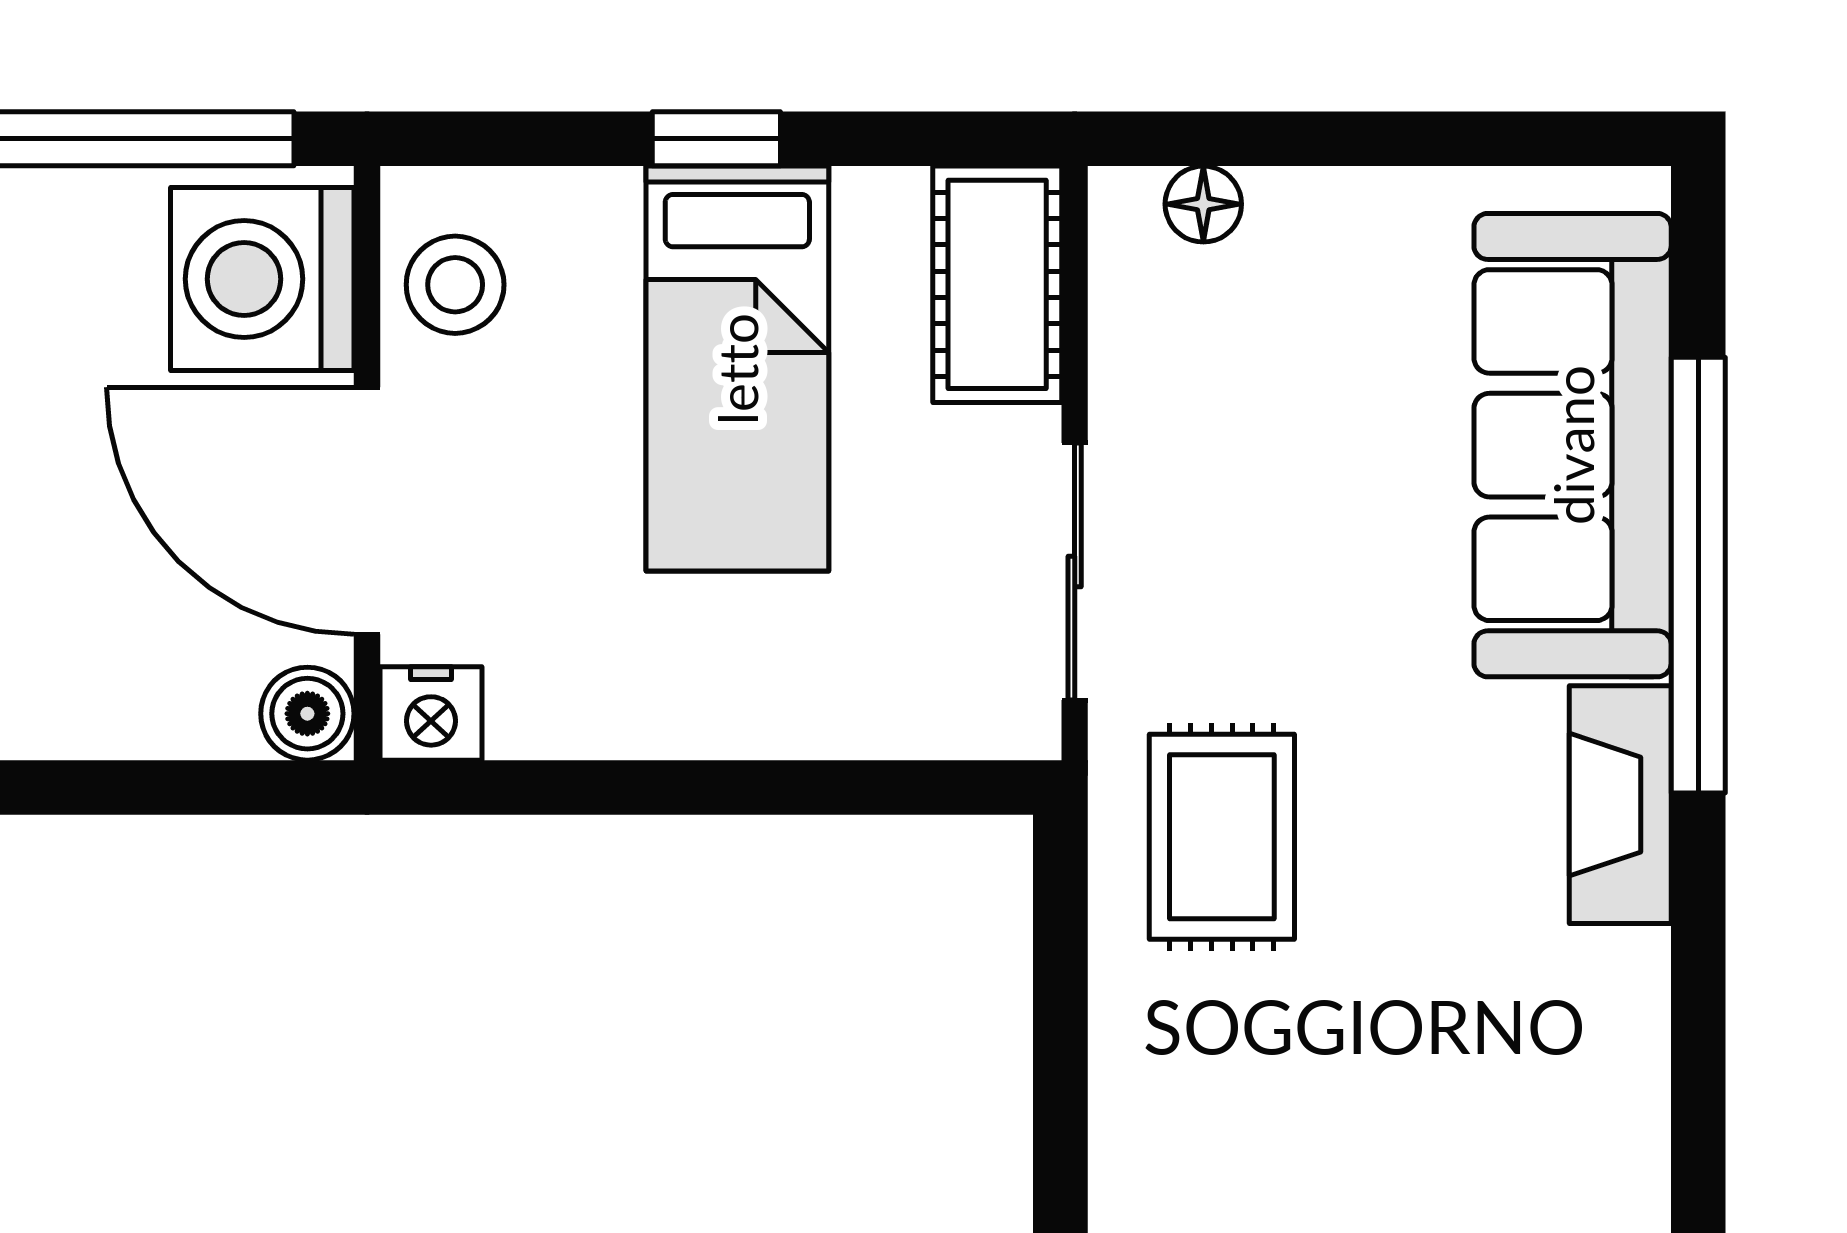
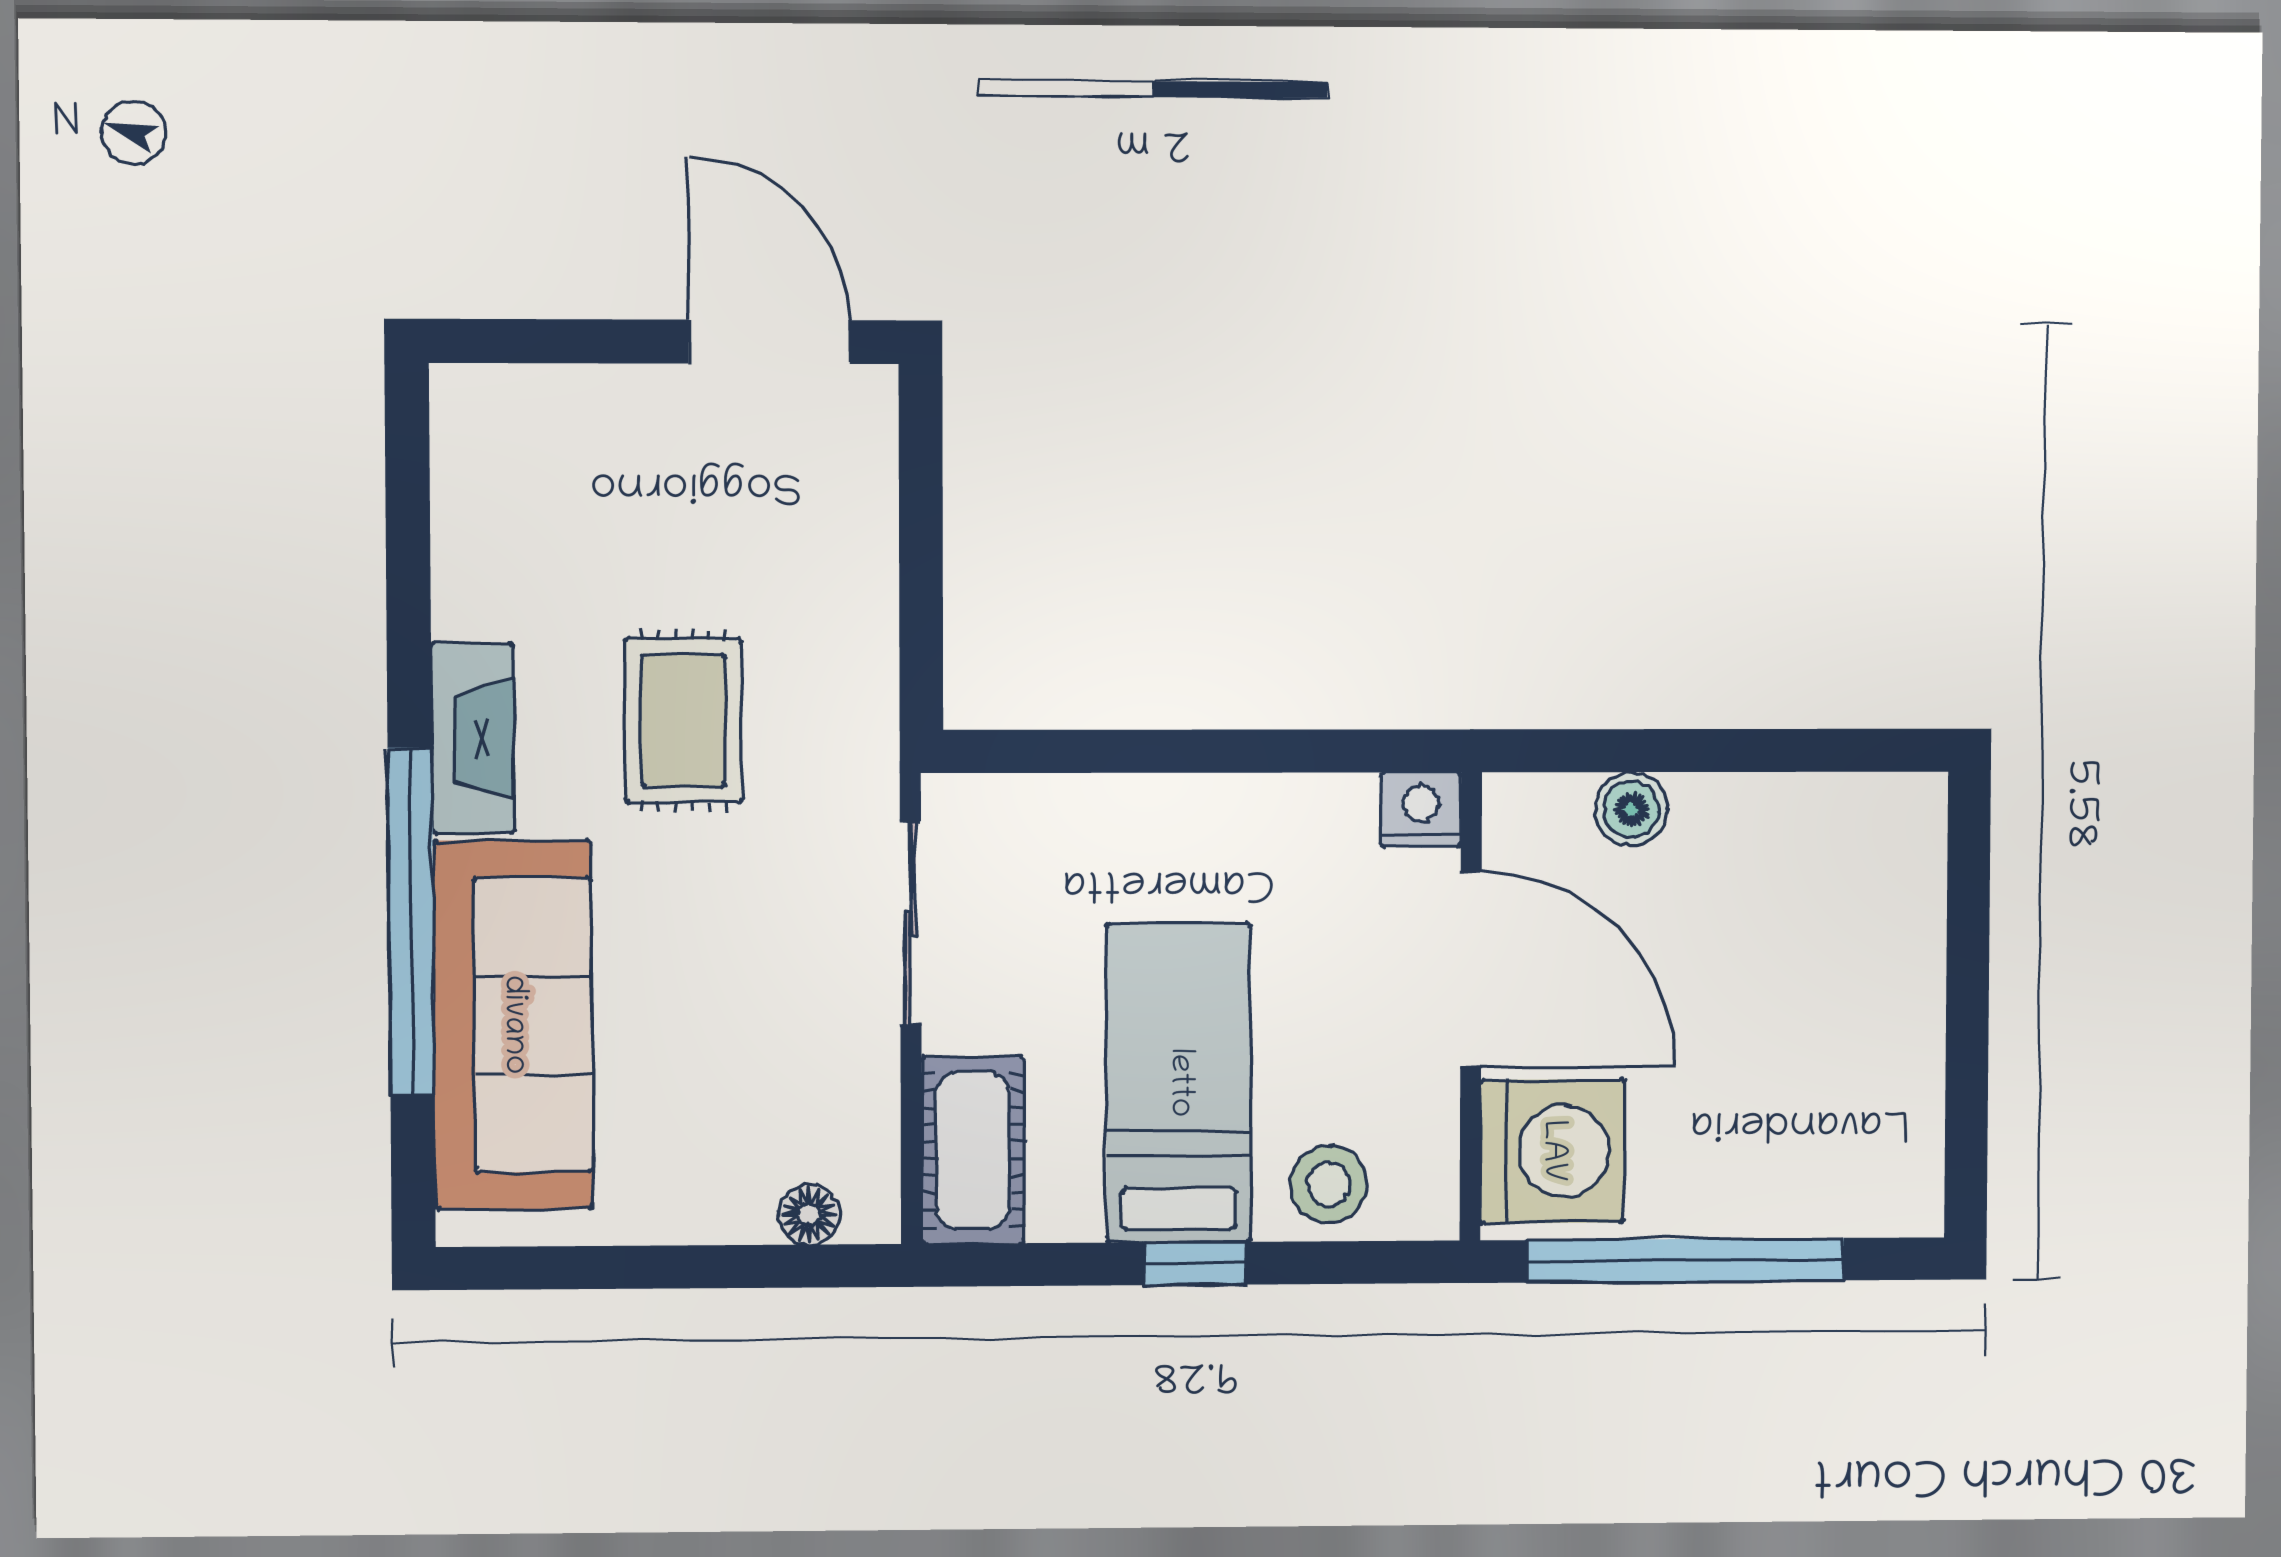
stool: (455, 285) -> (1329, 1184), moved
boiler: (307, 714) -> (1631, 809), moved
rug: (1222, 837) -> (683, 721), moved

